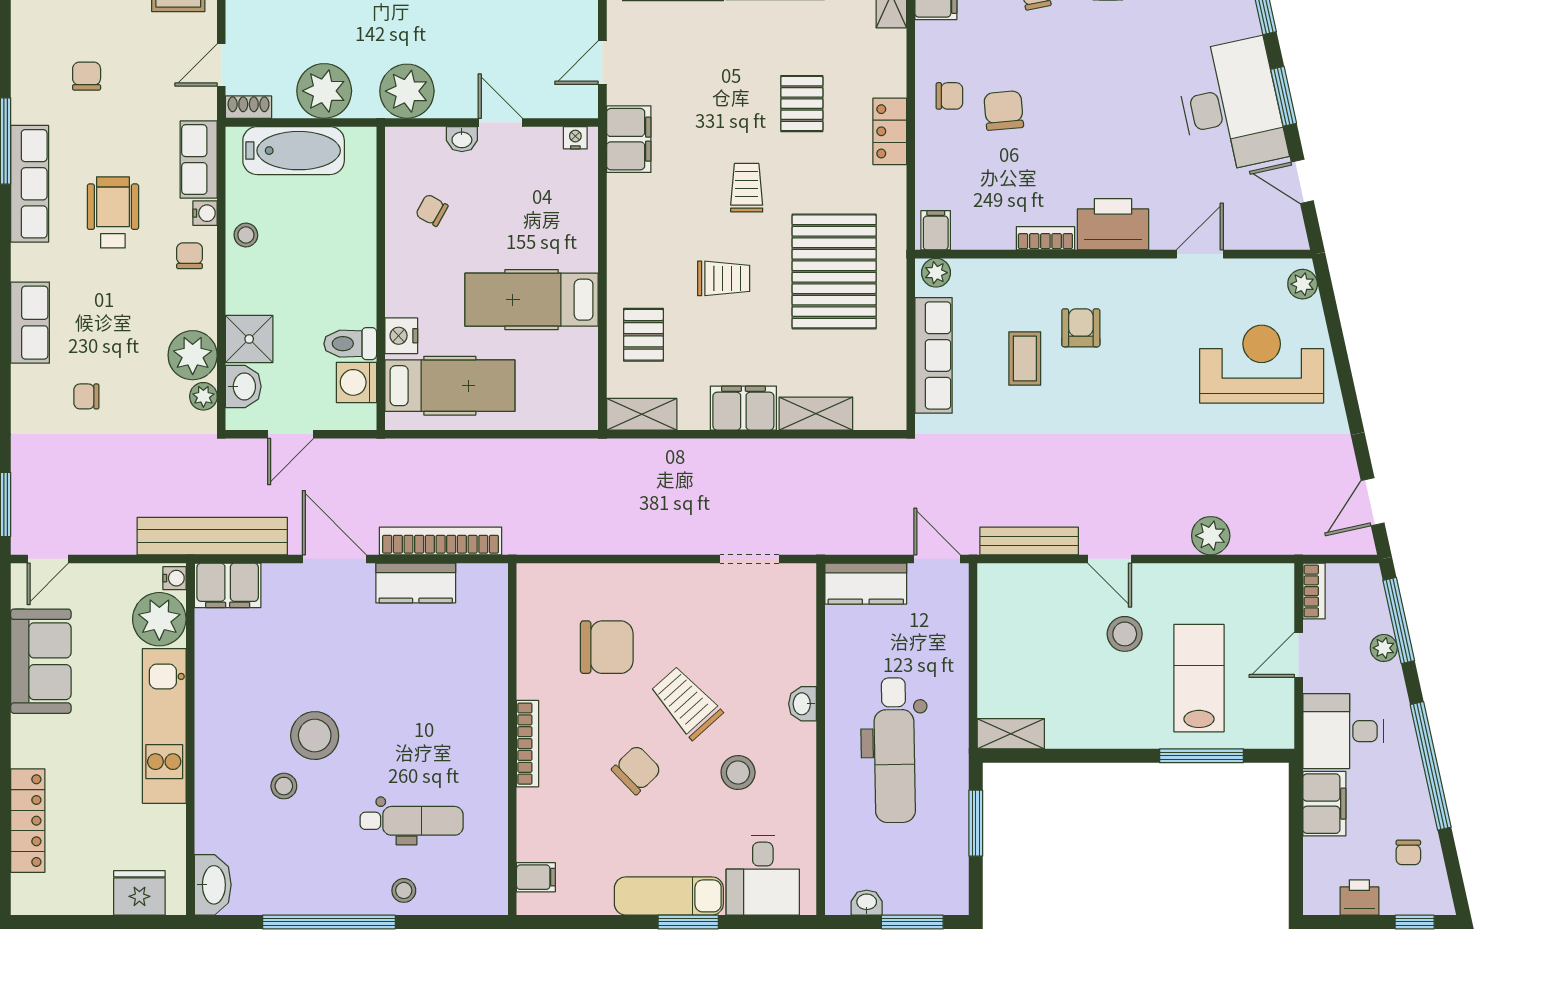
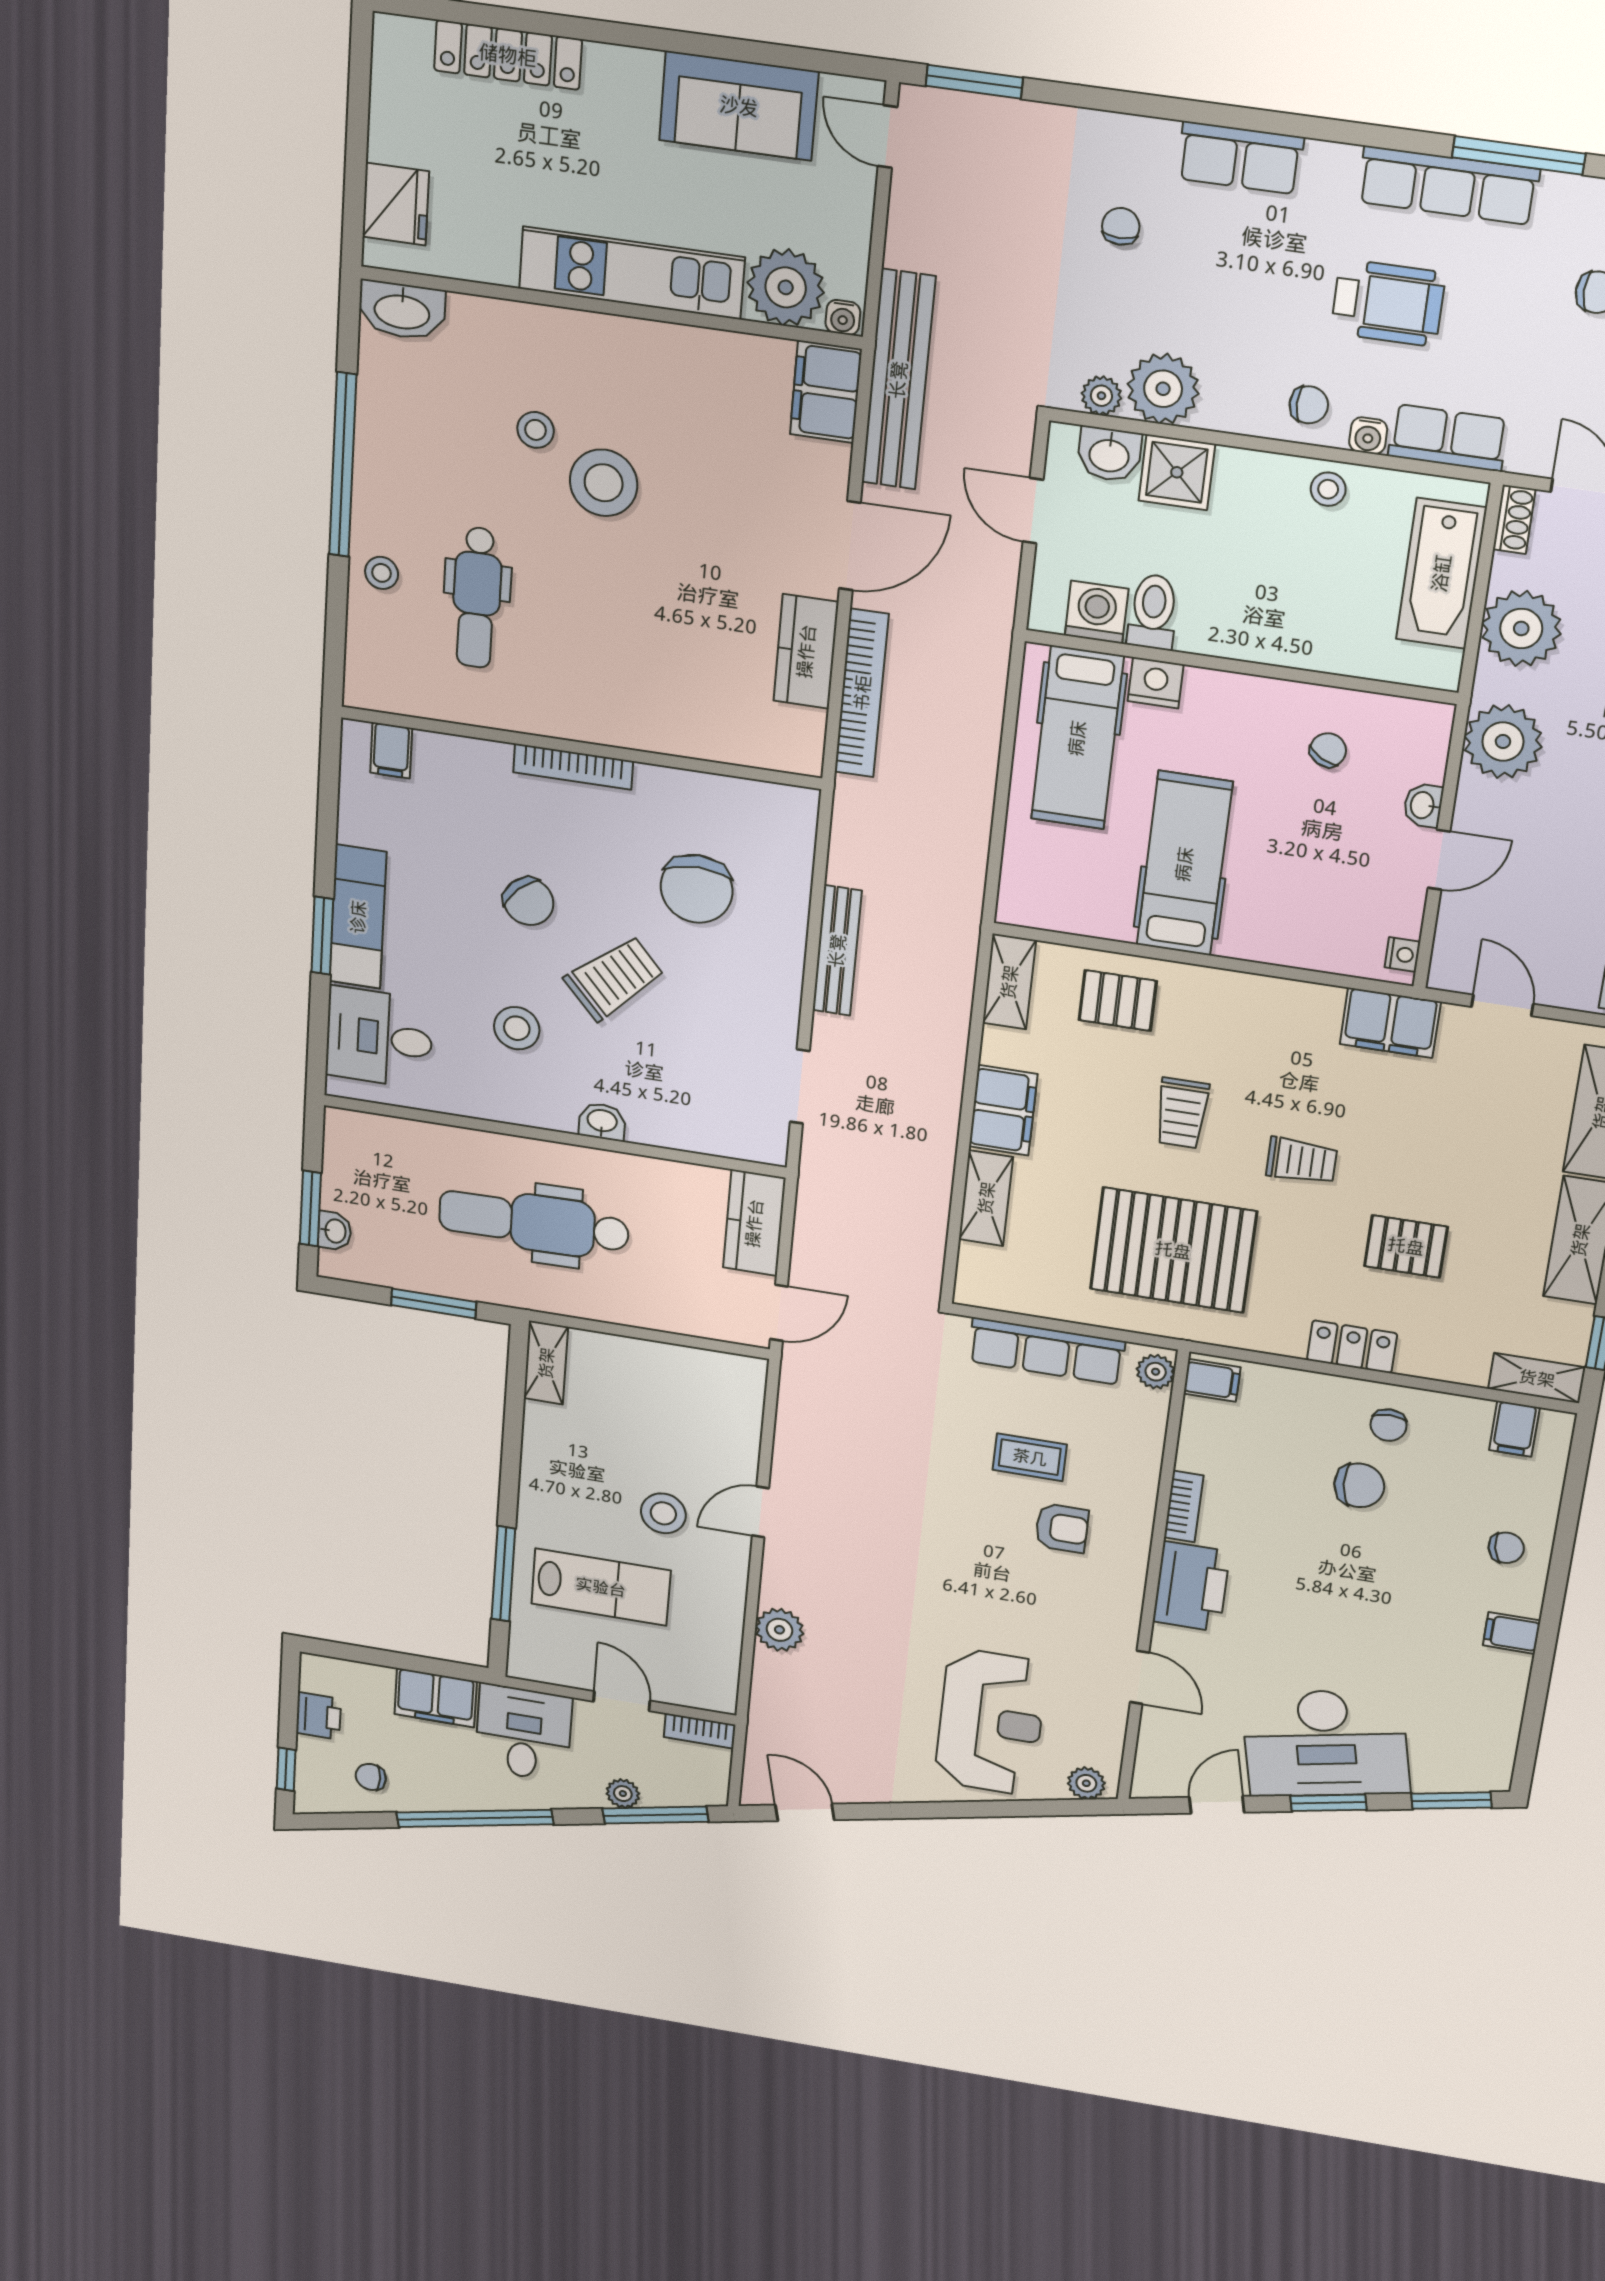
bench: (1029, 541) -> (837, 951), moved
washbasin: (867, 903) -> (335, 1231), moved

